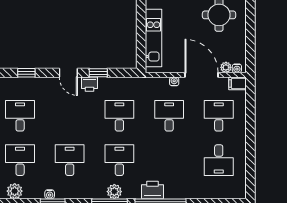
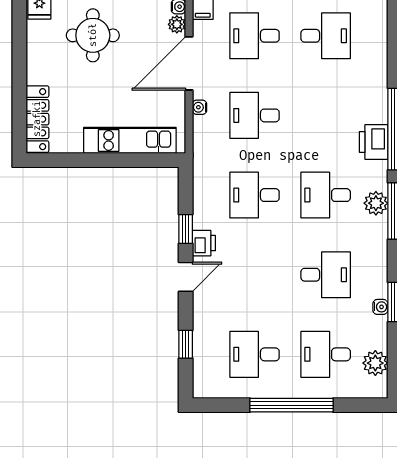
desk: (70, 160) -> (326, 275), turned 180

